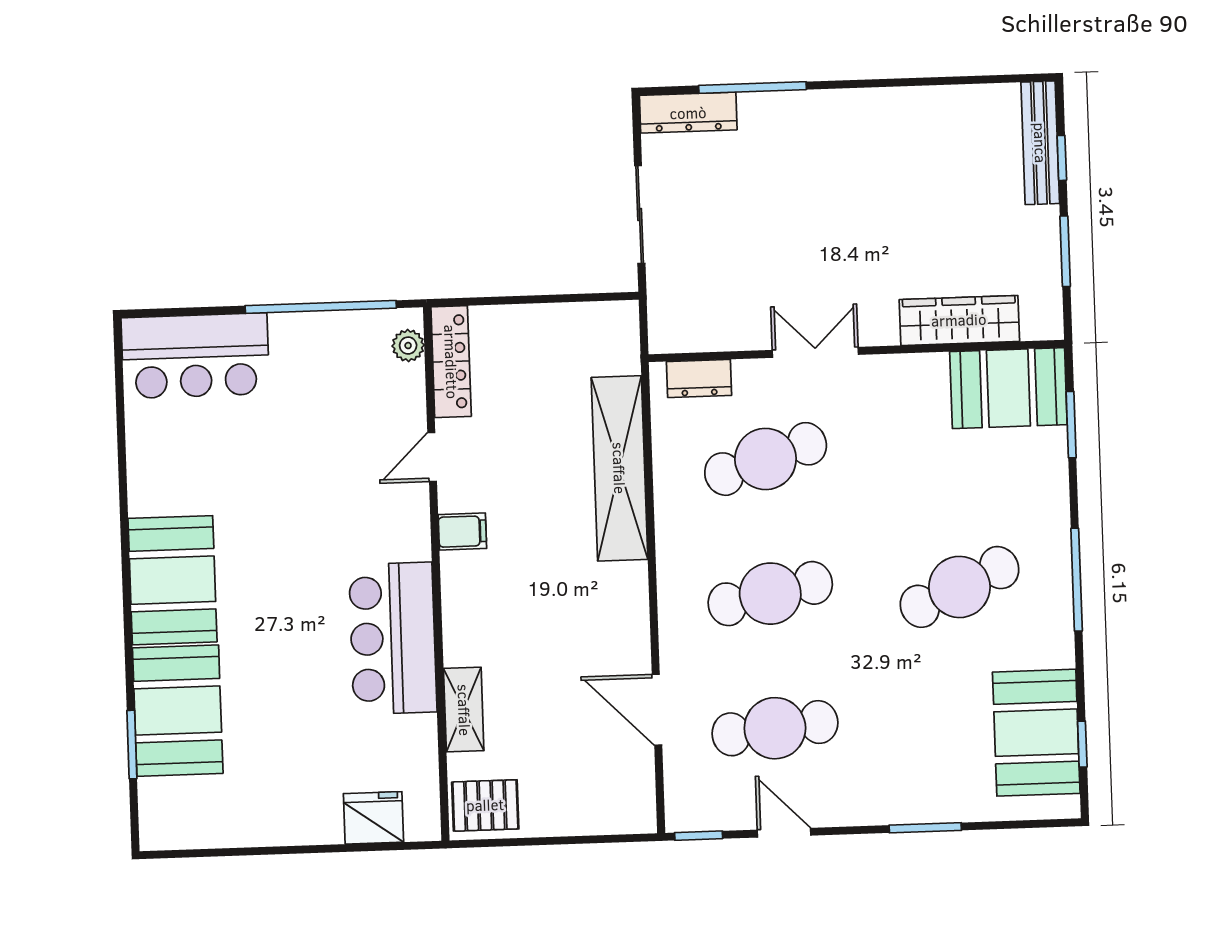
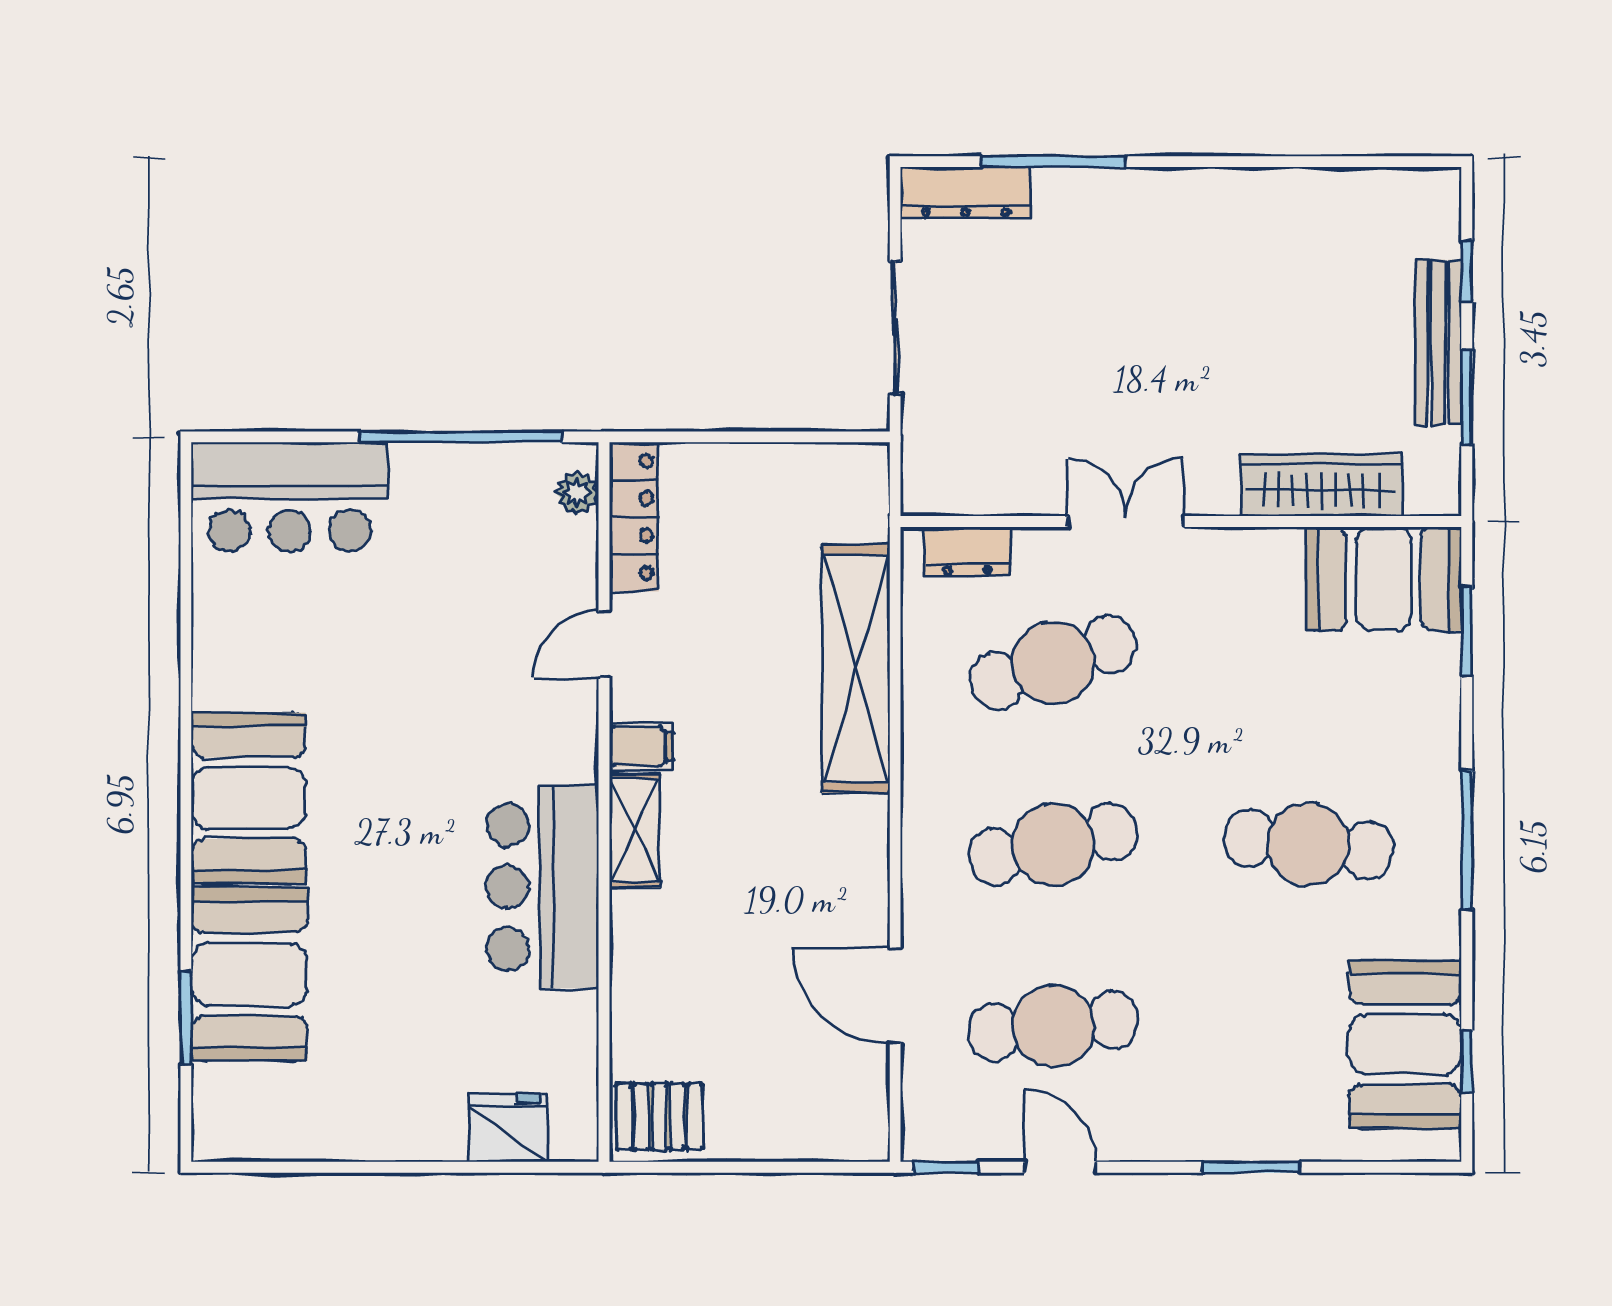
bench: (1040, 143) -> (1438, 342), moved
cafe table: (959, 587) -> (1309, 844), turned 30
shelving: (464, 710) -> (635, 831), moved

